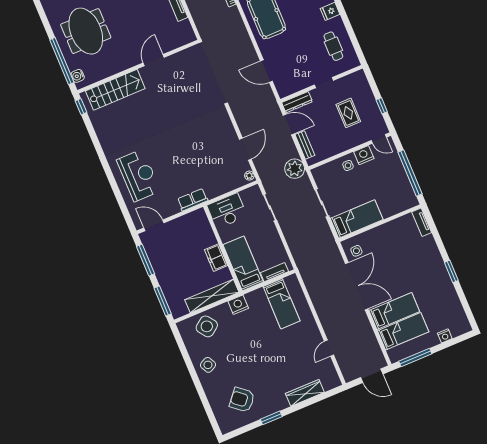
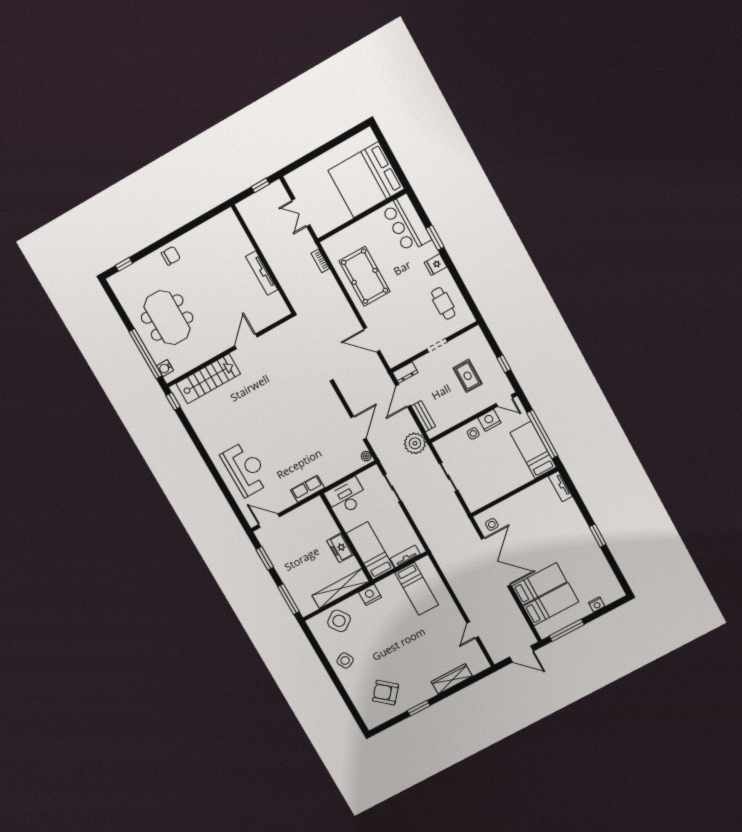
dresser: (297, 102) -> (405, 373), width x0.70
door: (289, 125) -> (403, 396), swing flipped
bed: (357, 219) -> (533, 450), moved, turned -90
window: (145, 260) -> (265, 558), width x0.69

